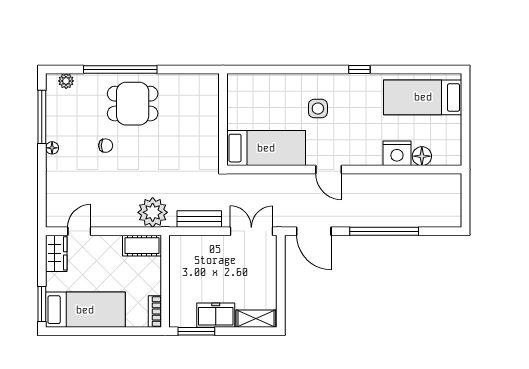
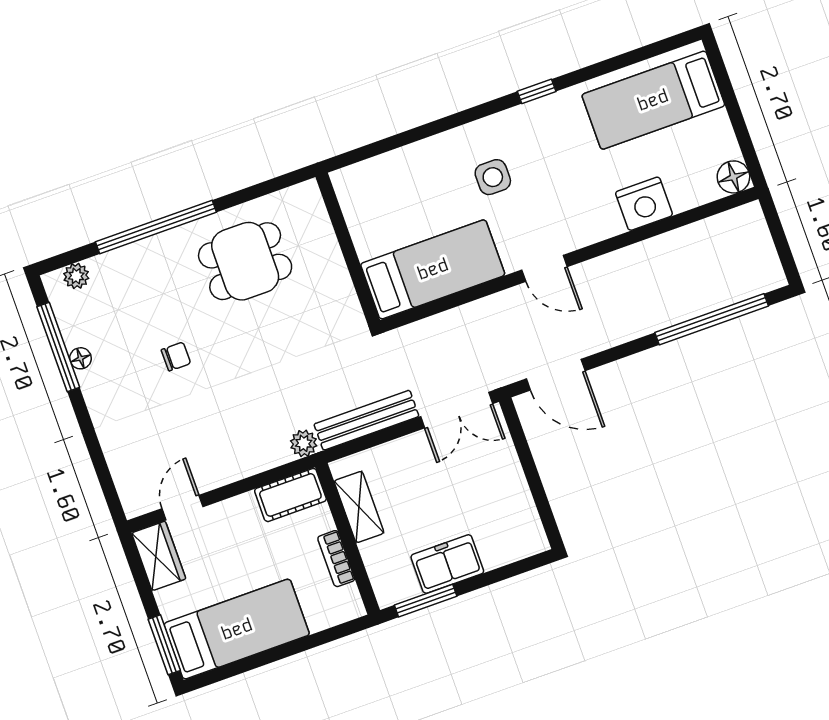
dining table: (133, 104) -> (245, 261), moved
floor lamp: (52, 148) -> (80, 358), moved
floor lamp: (422, 156) -> (733, 177), moved
plant: (153, 212) -> (304, 443), width x0.53, depth x0.53
bench: (199, 219) -> (366, 420), width x1.36
double door: (251, 231) -> (457, 410), swing flipped
window: (384, 231) -> (712, 319), moved
bookcase: (155, 312) -> (336, 559), moved
shelving: (256, 319) -> (359, 507), moved, turned 90

